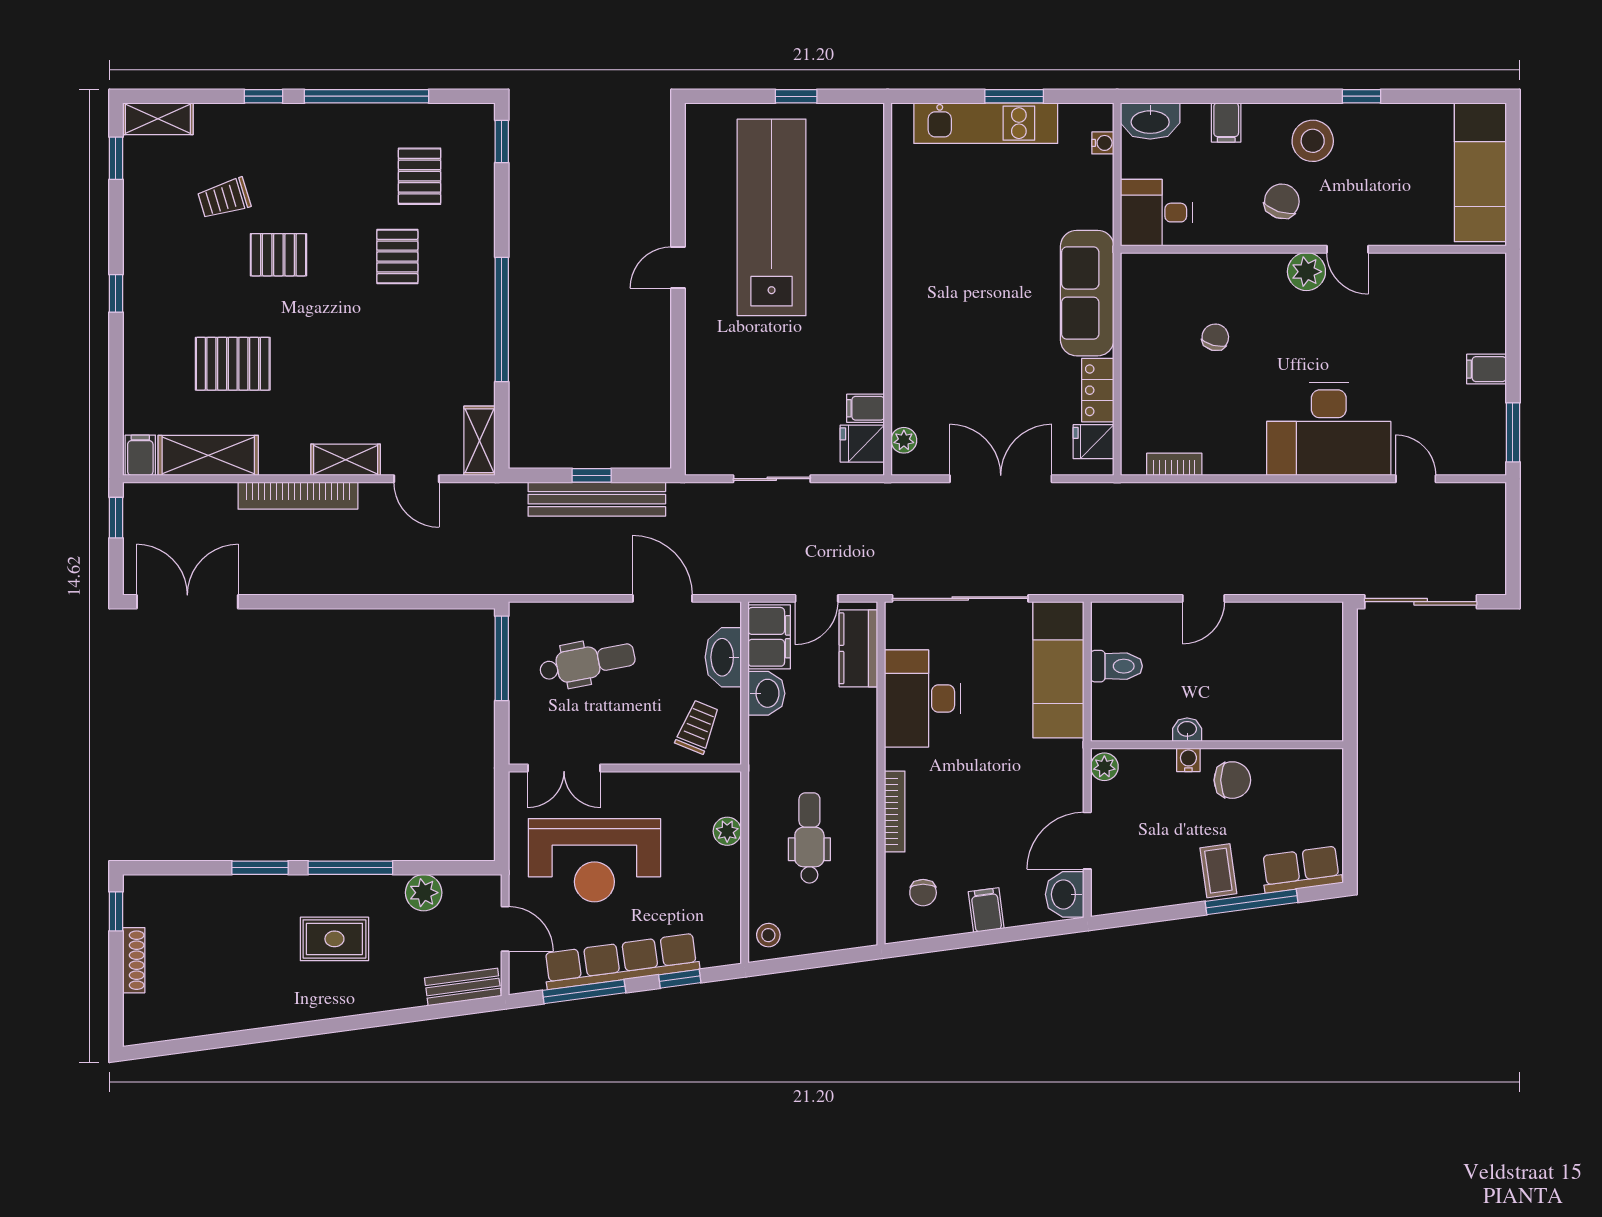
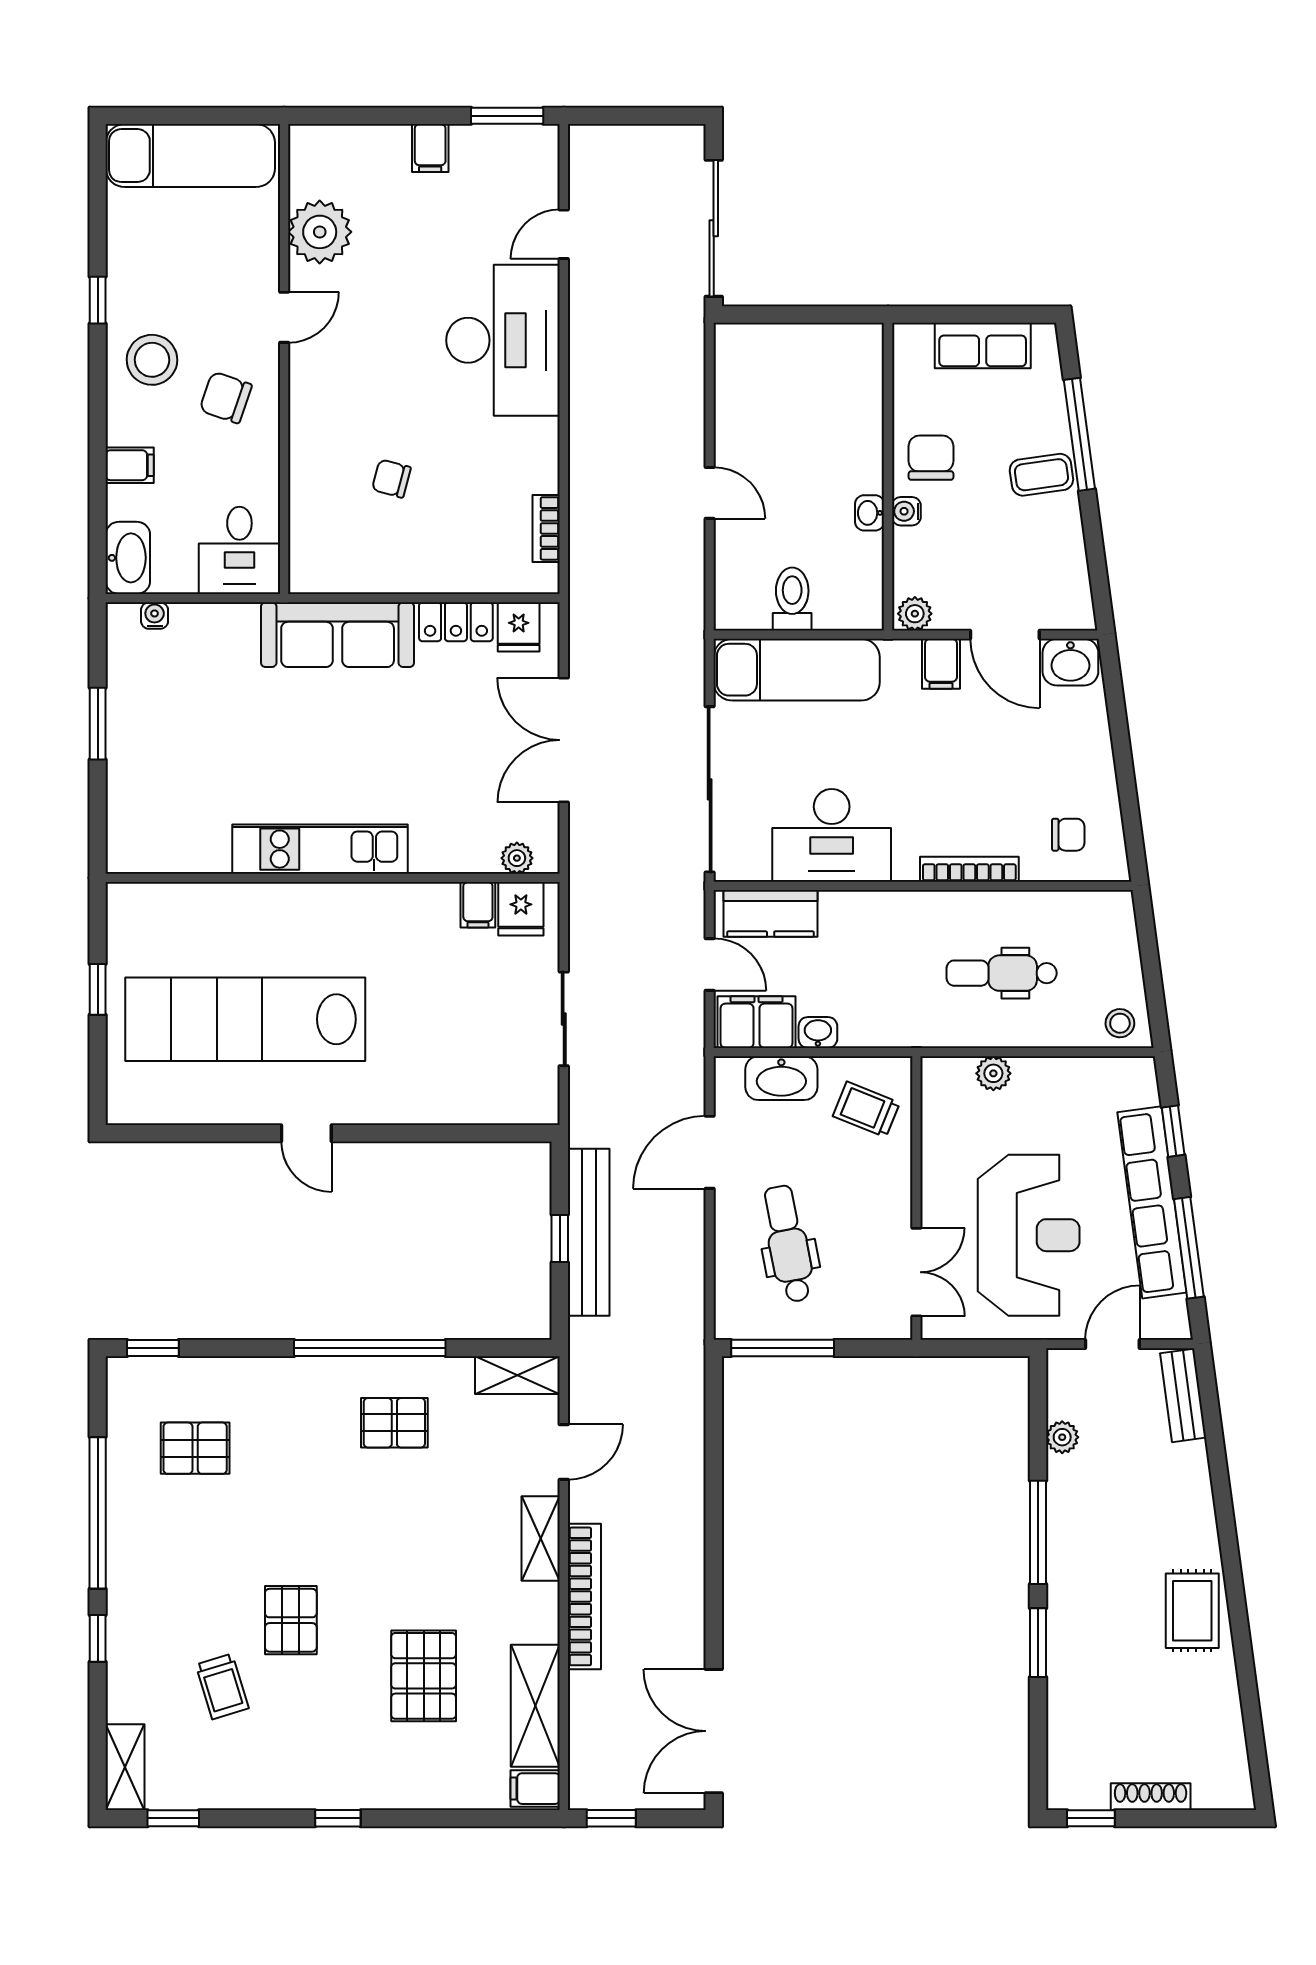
kitchen unit: (986, 123) -> (320, 849), moved, turned -90
pallet: (397, 257) -> (394, 1423), moved
plant: (1306, 272) -> (320, 232), moved, width x1.36, depth x1.36
washbasin: (766, 693) -> (818, 1032), width x0.72, depth x0.69
row of seats: (1301, 869) -> (983, 345), moved, turned -82
plant: (424, 893) -> (1062, 1437), width x0.73, depth x0.73
filing cabinet: (986, 910) -> (941, 664), moved, turned -82
rug: (334, 939) -> (1192, 1611), moved

